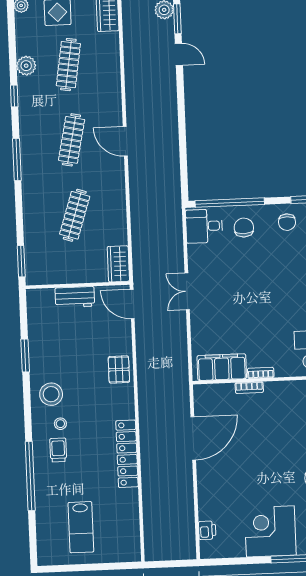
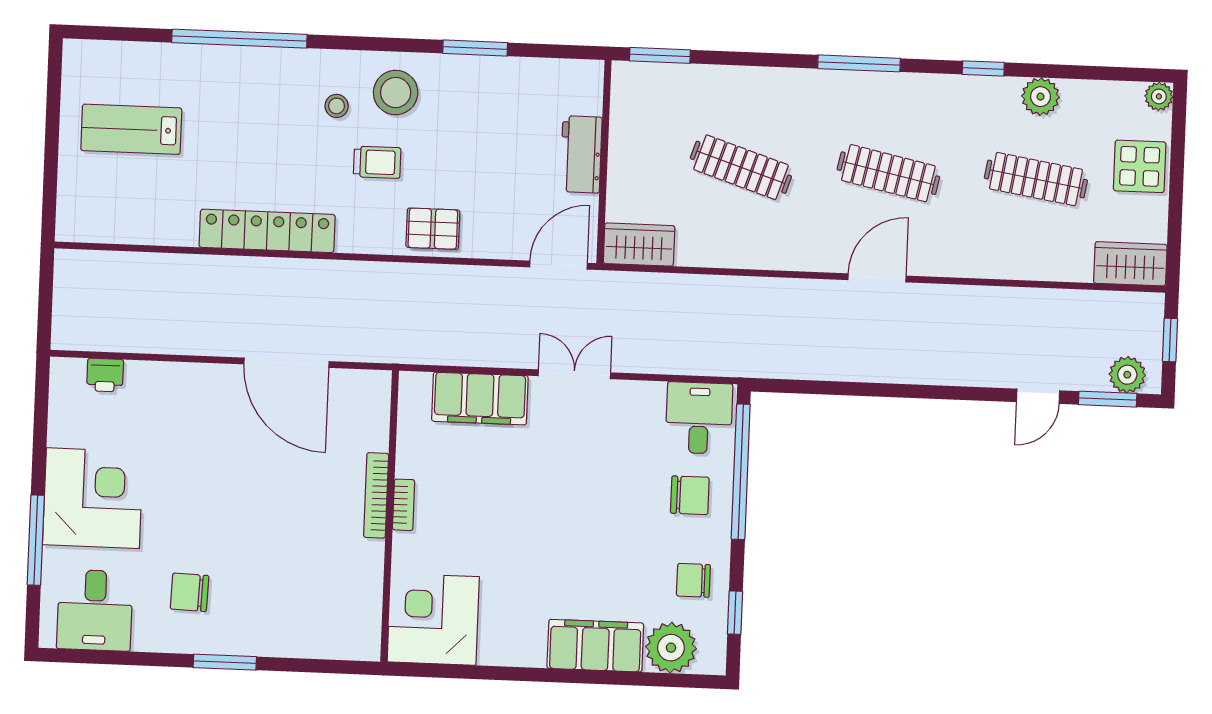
filing cabinet: (222, 367) -> (480, 398), moved, turned 90
bookcase: (249, 388) -> (376, 495), width x1.56
trolley: (58, 450) -> (377, 162), moved

